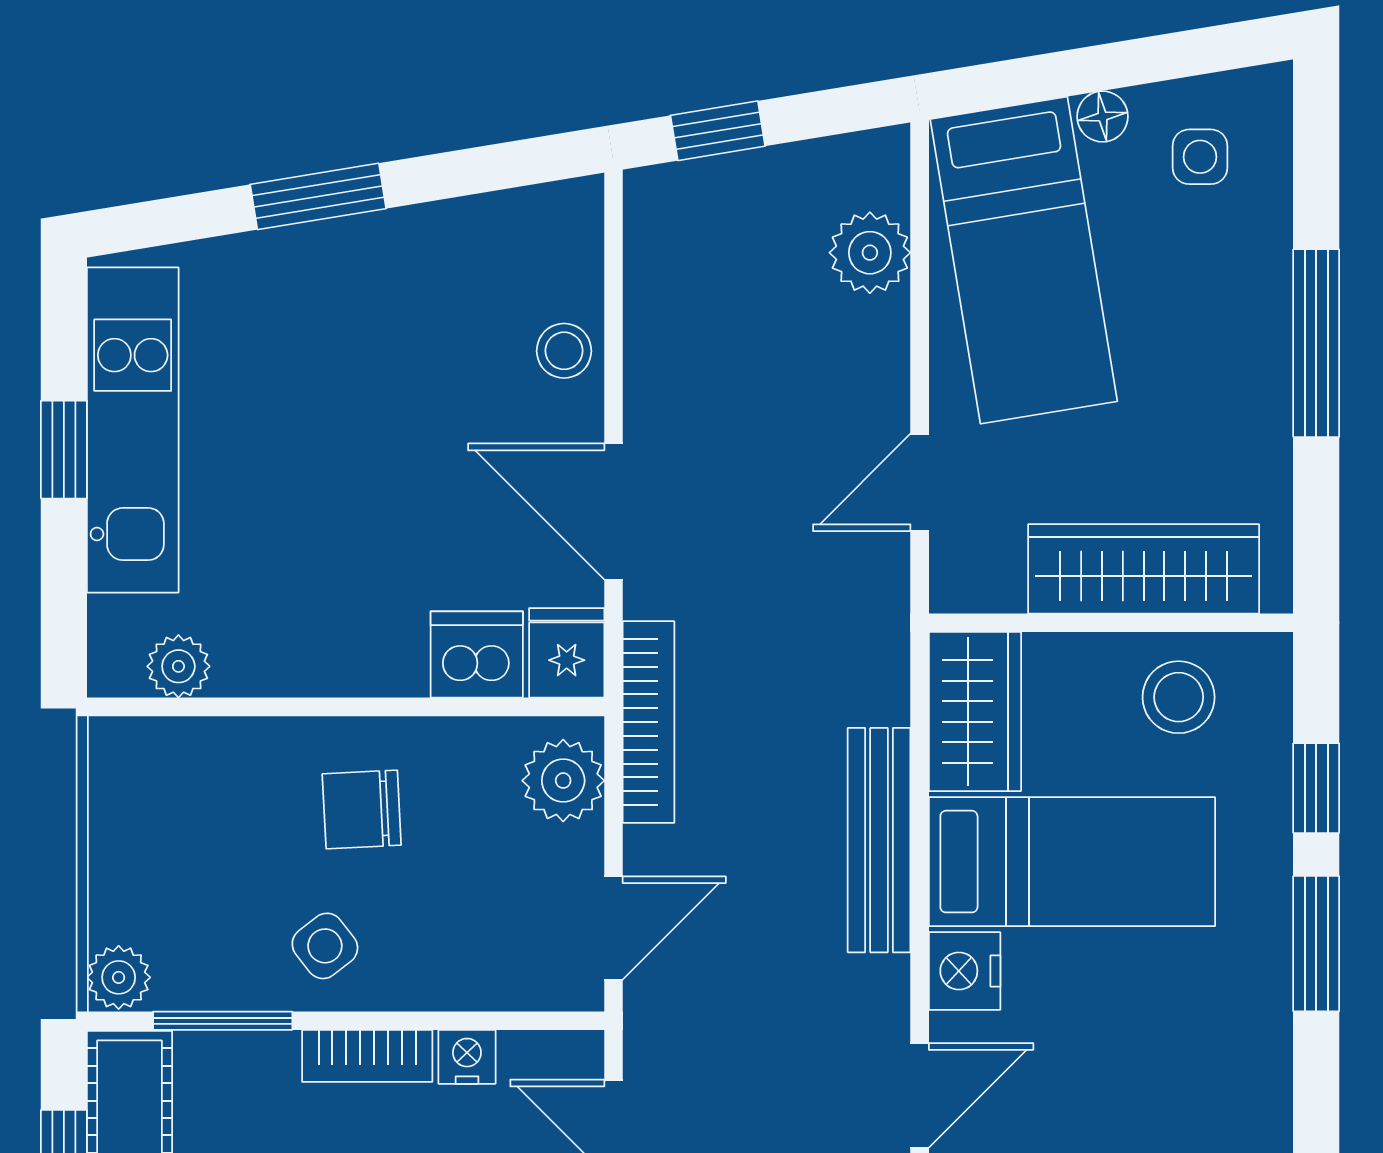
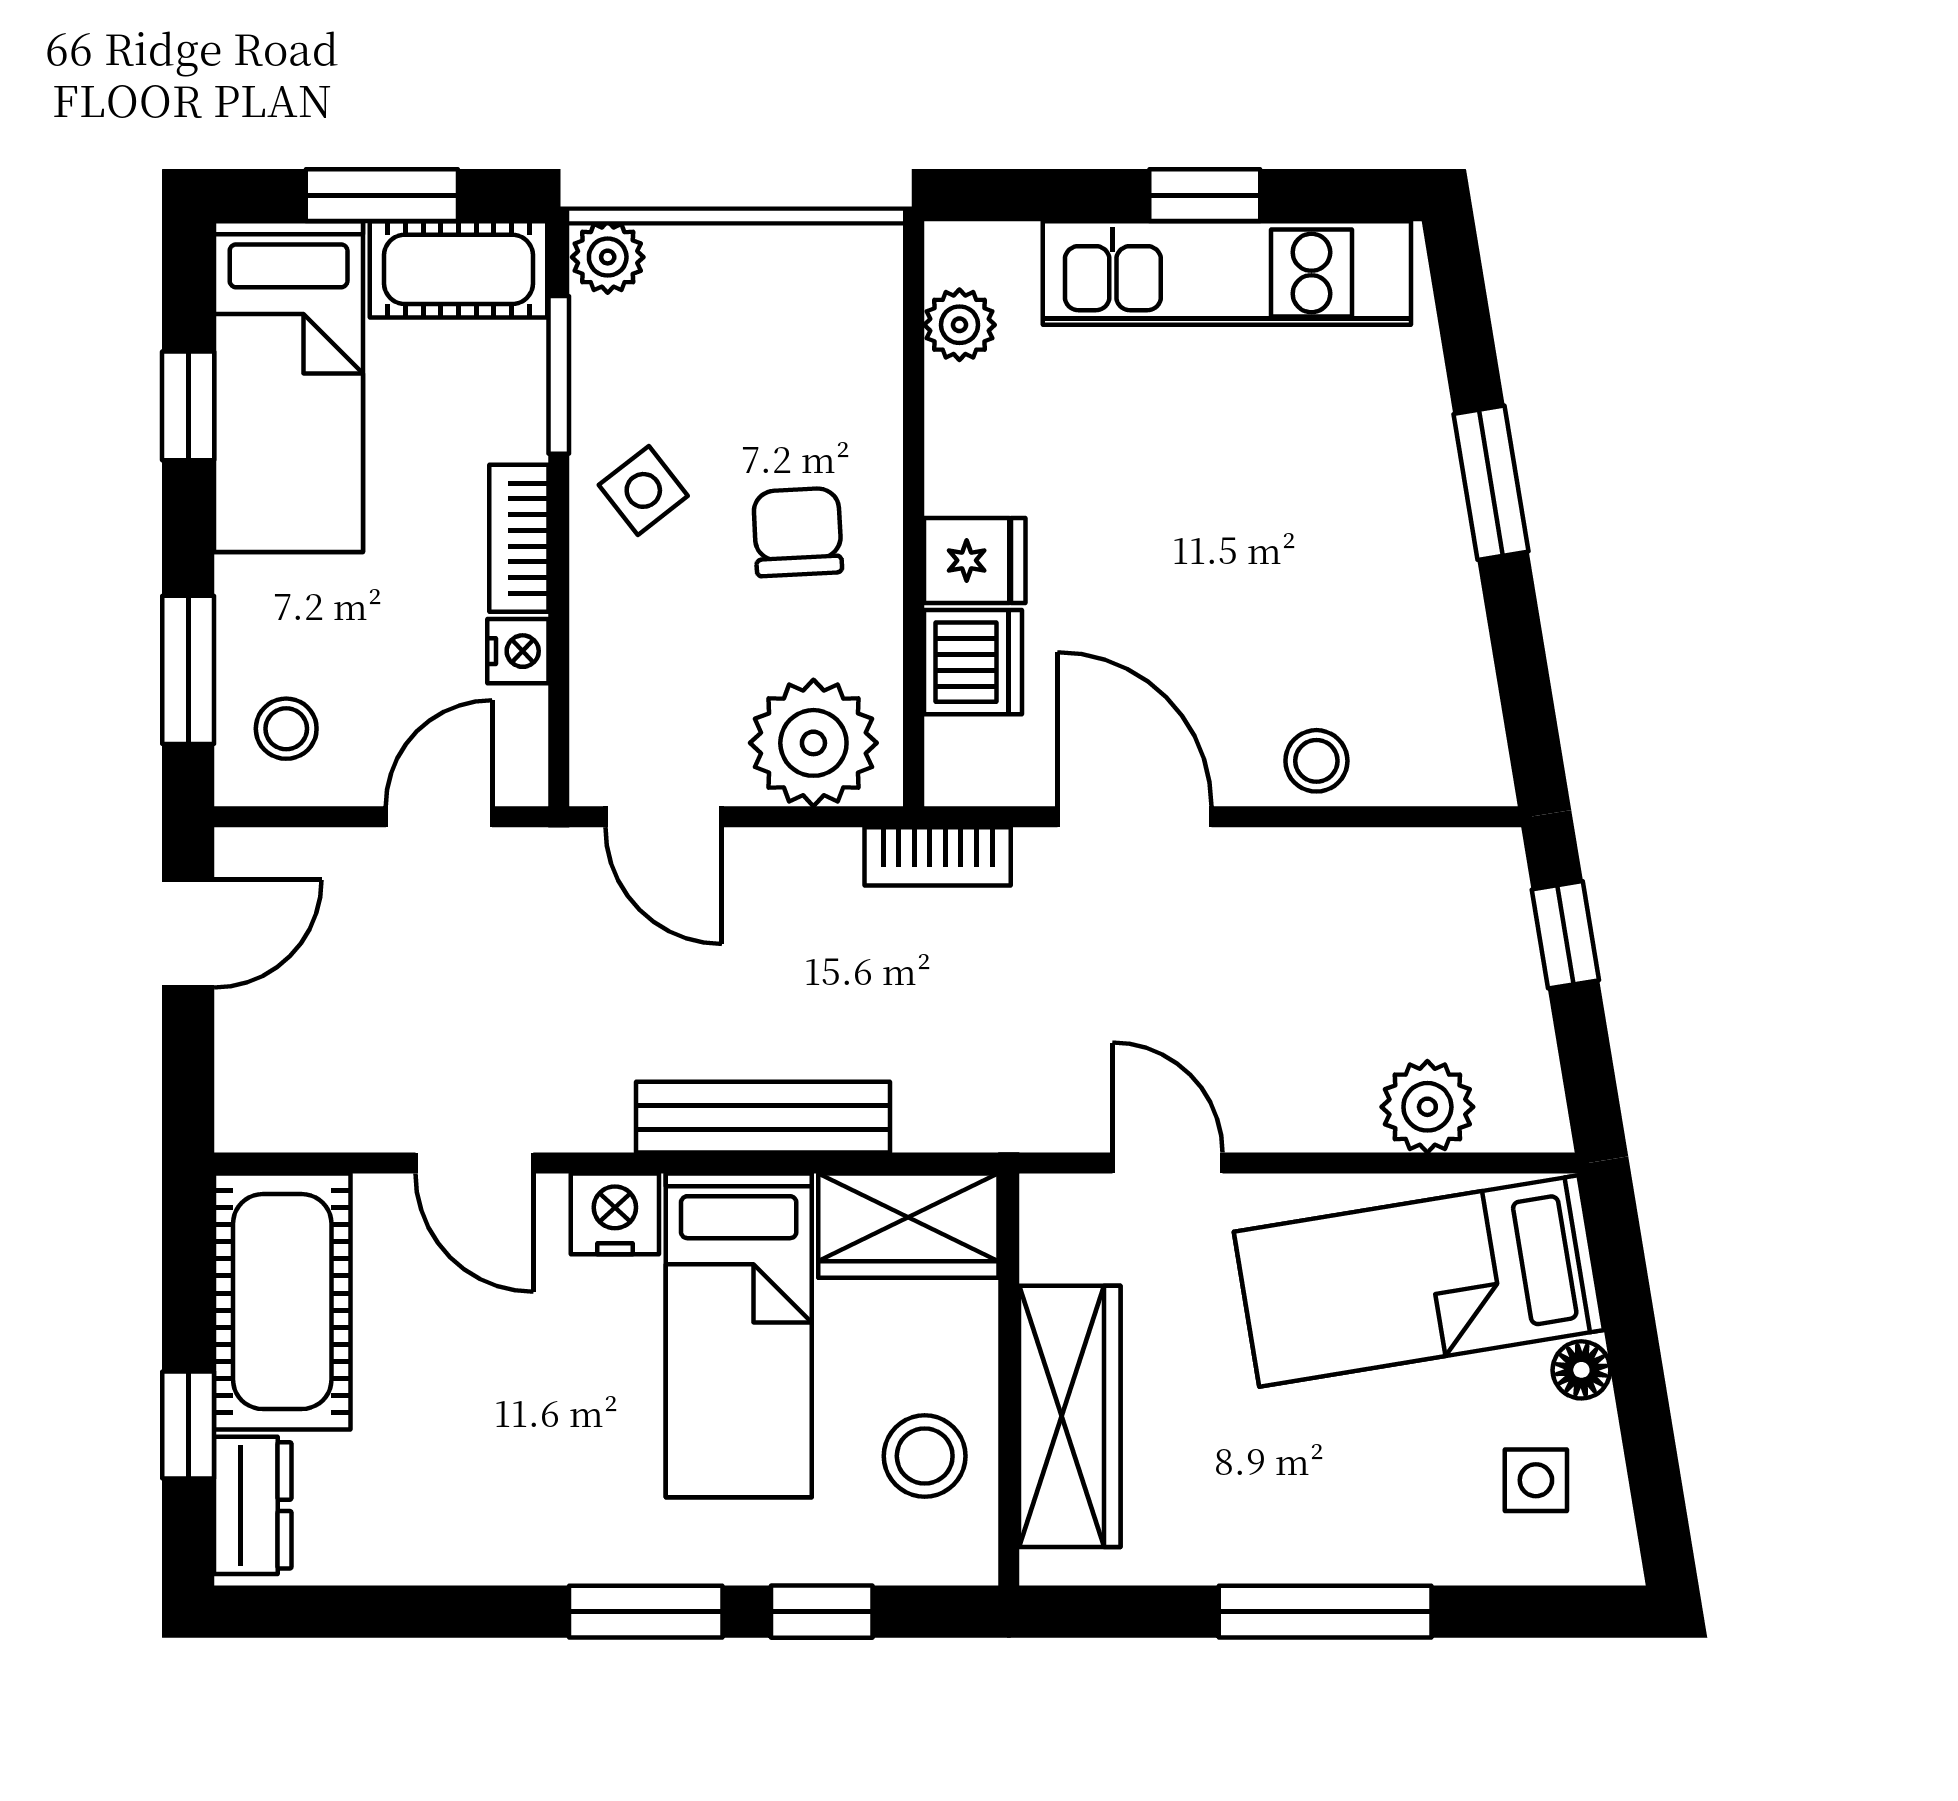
door: (613, 512) -> (1135, 817), hinge flipped
fridge: (567, 653) -> (975, 560), moved
bookcase: (648, 722) -> (938, 856), width x0.64
plant: (563, 781) -> (813, 743), width x1.36, depth x1.36

